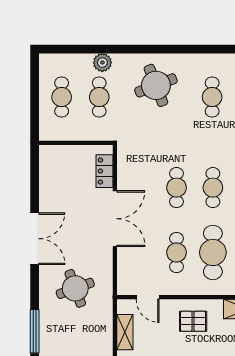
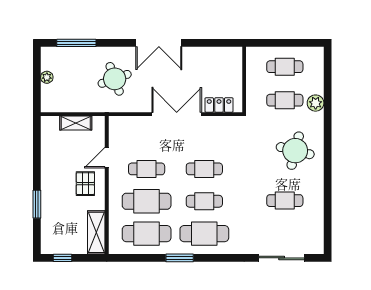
round table: (156, 85) -> (295, 151), turned 35
double door: (115, 219) -> (177, 114), swing flipped
door: (148, 297) -> (107, 158), moved

